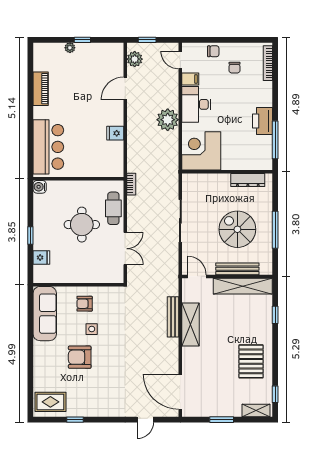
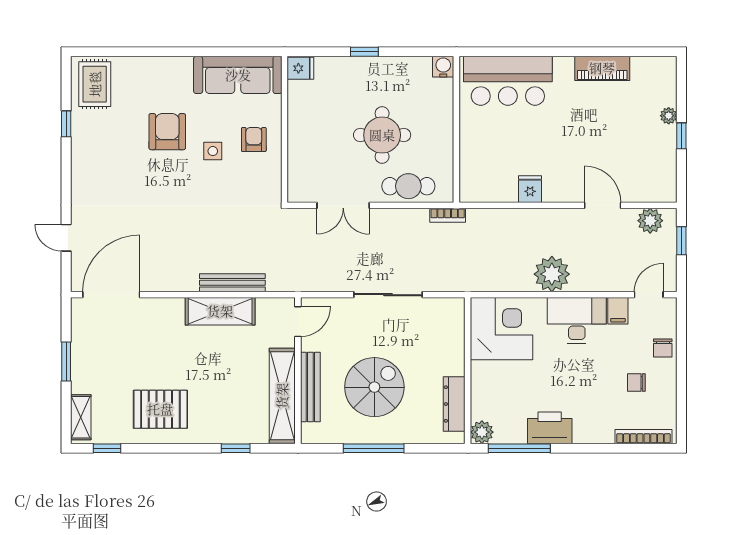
plant: (265, 163) -> (482, 432), added
fridge: (41, 258) -> (300, 68), moved, turned -90

